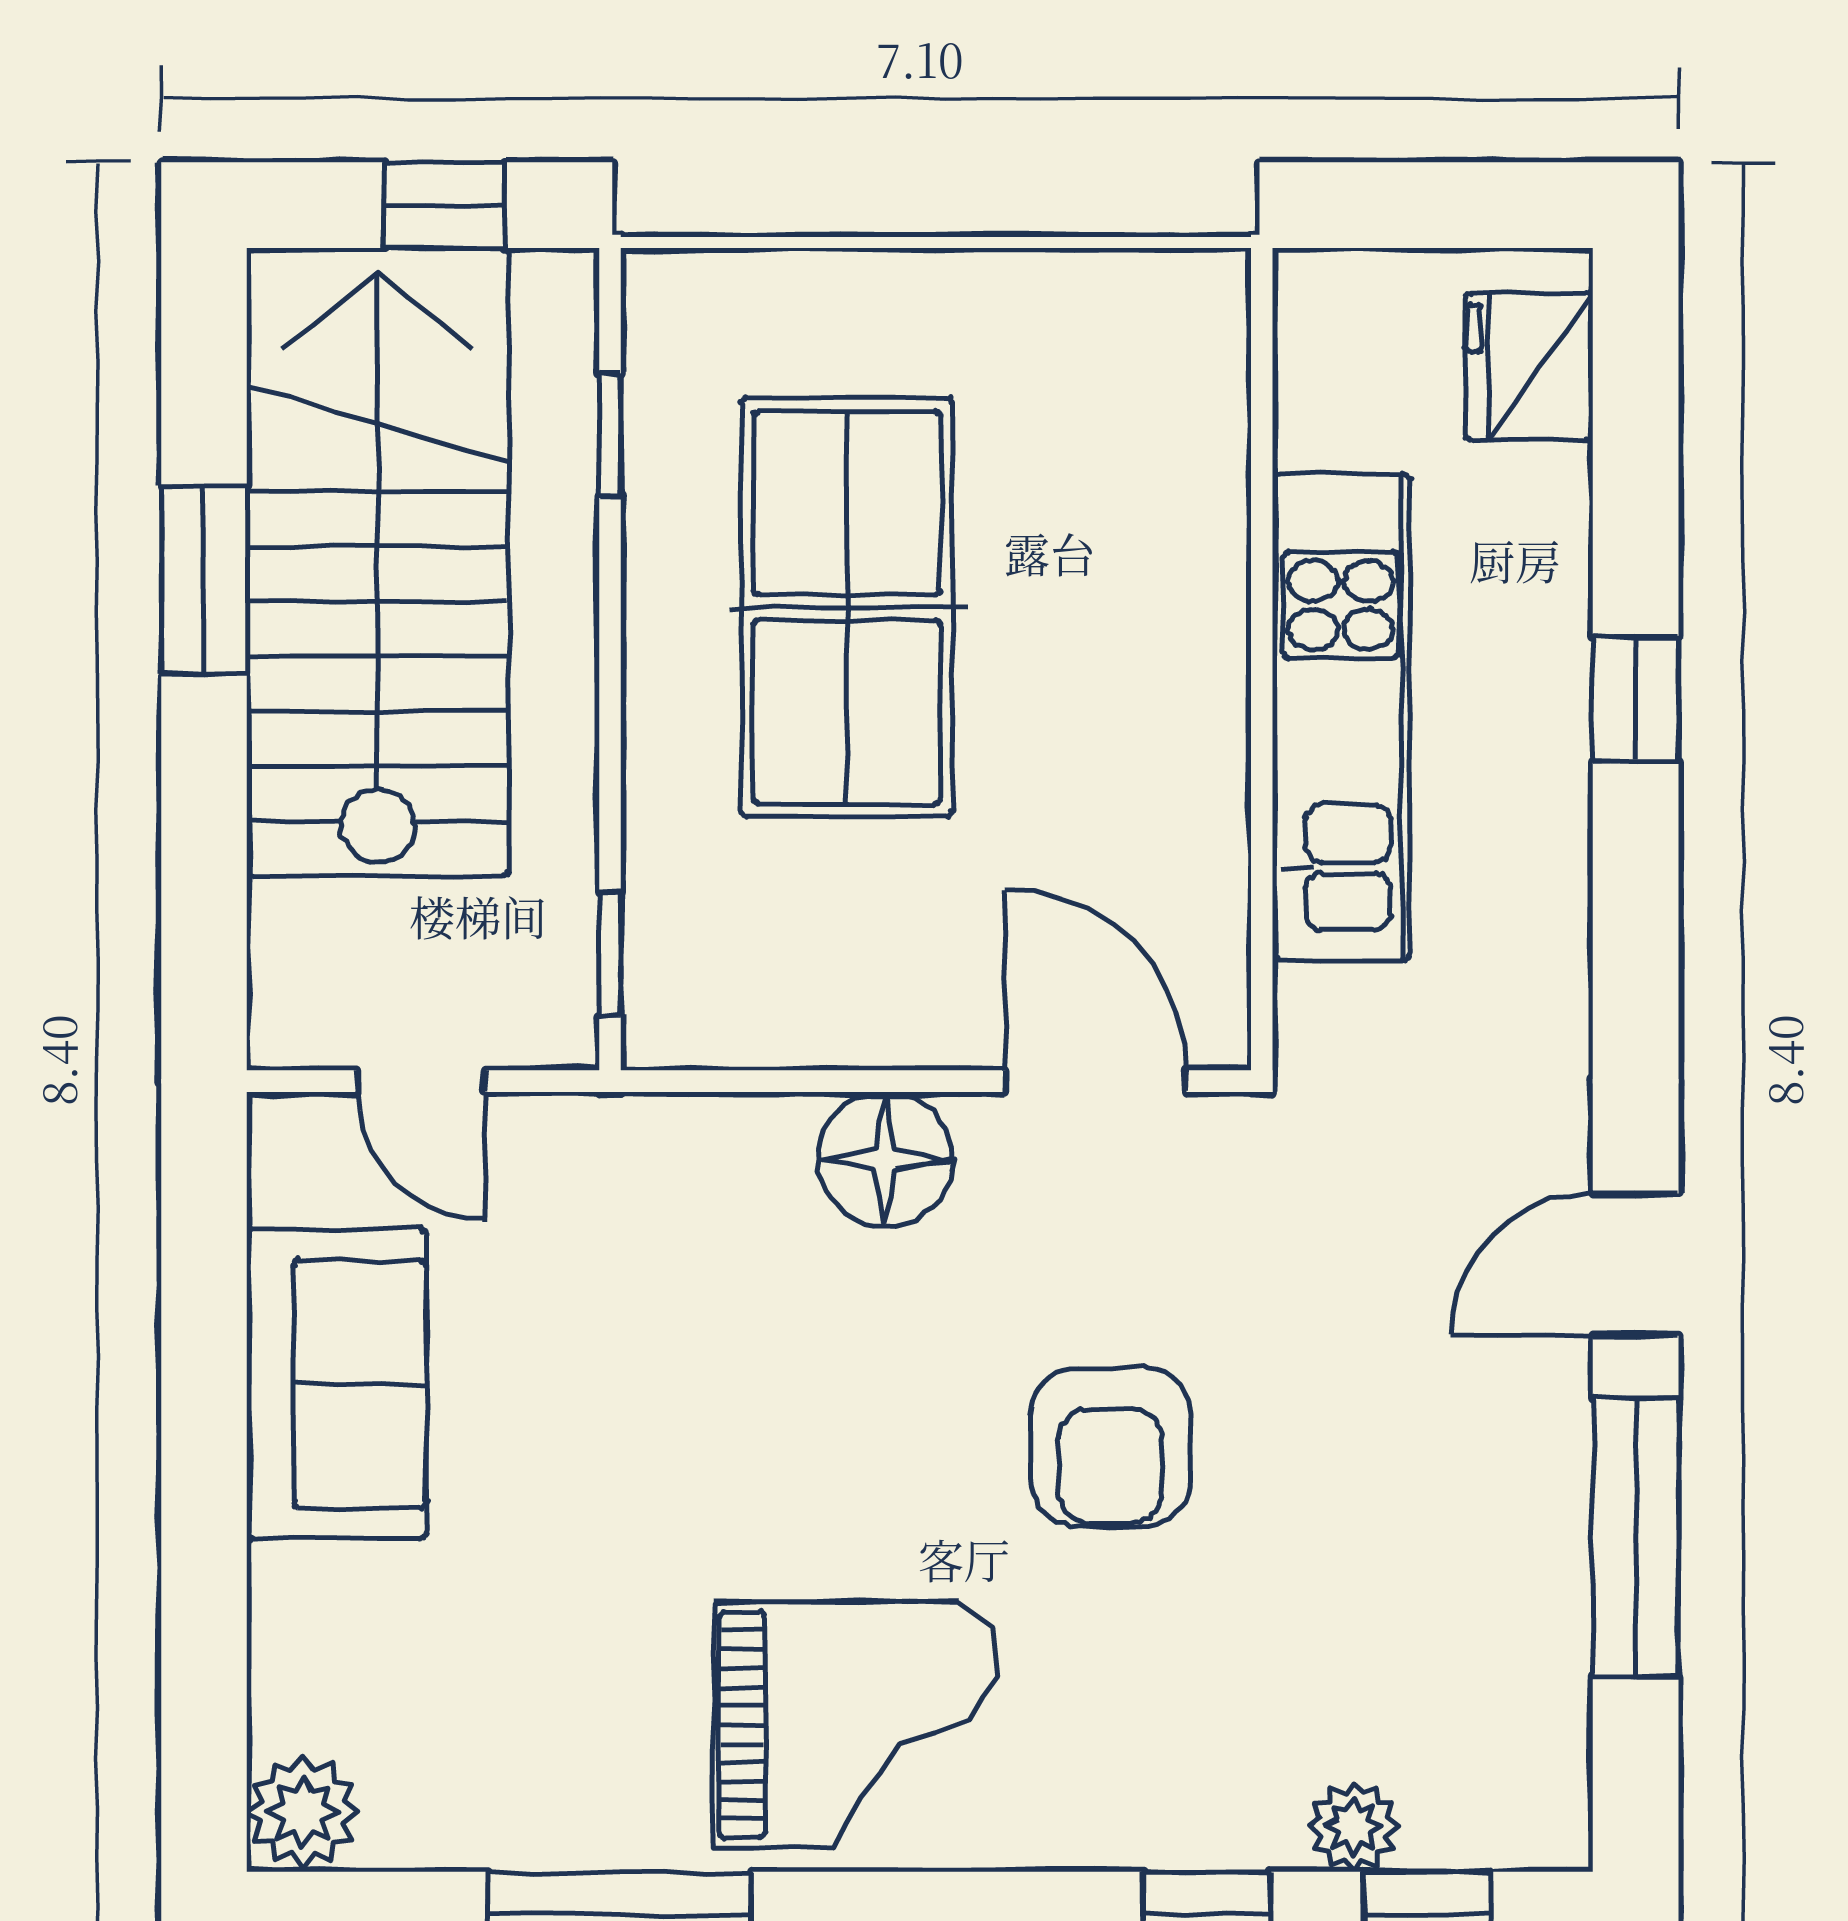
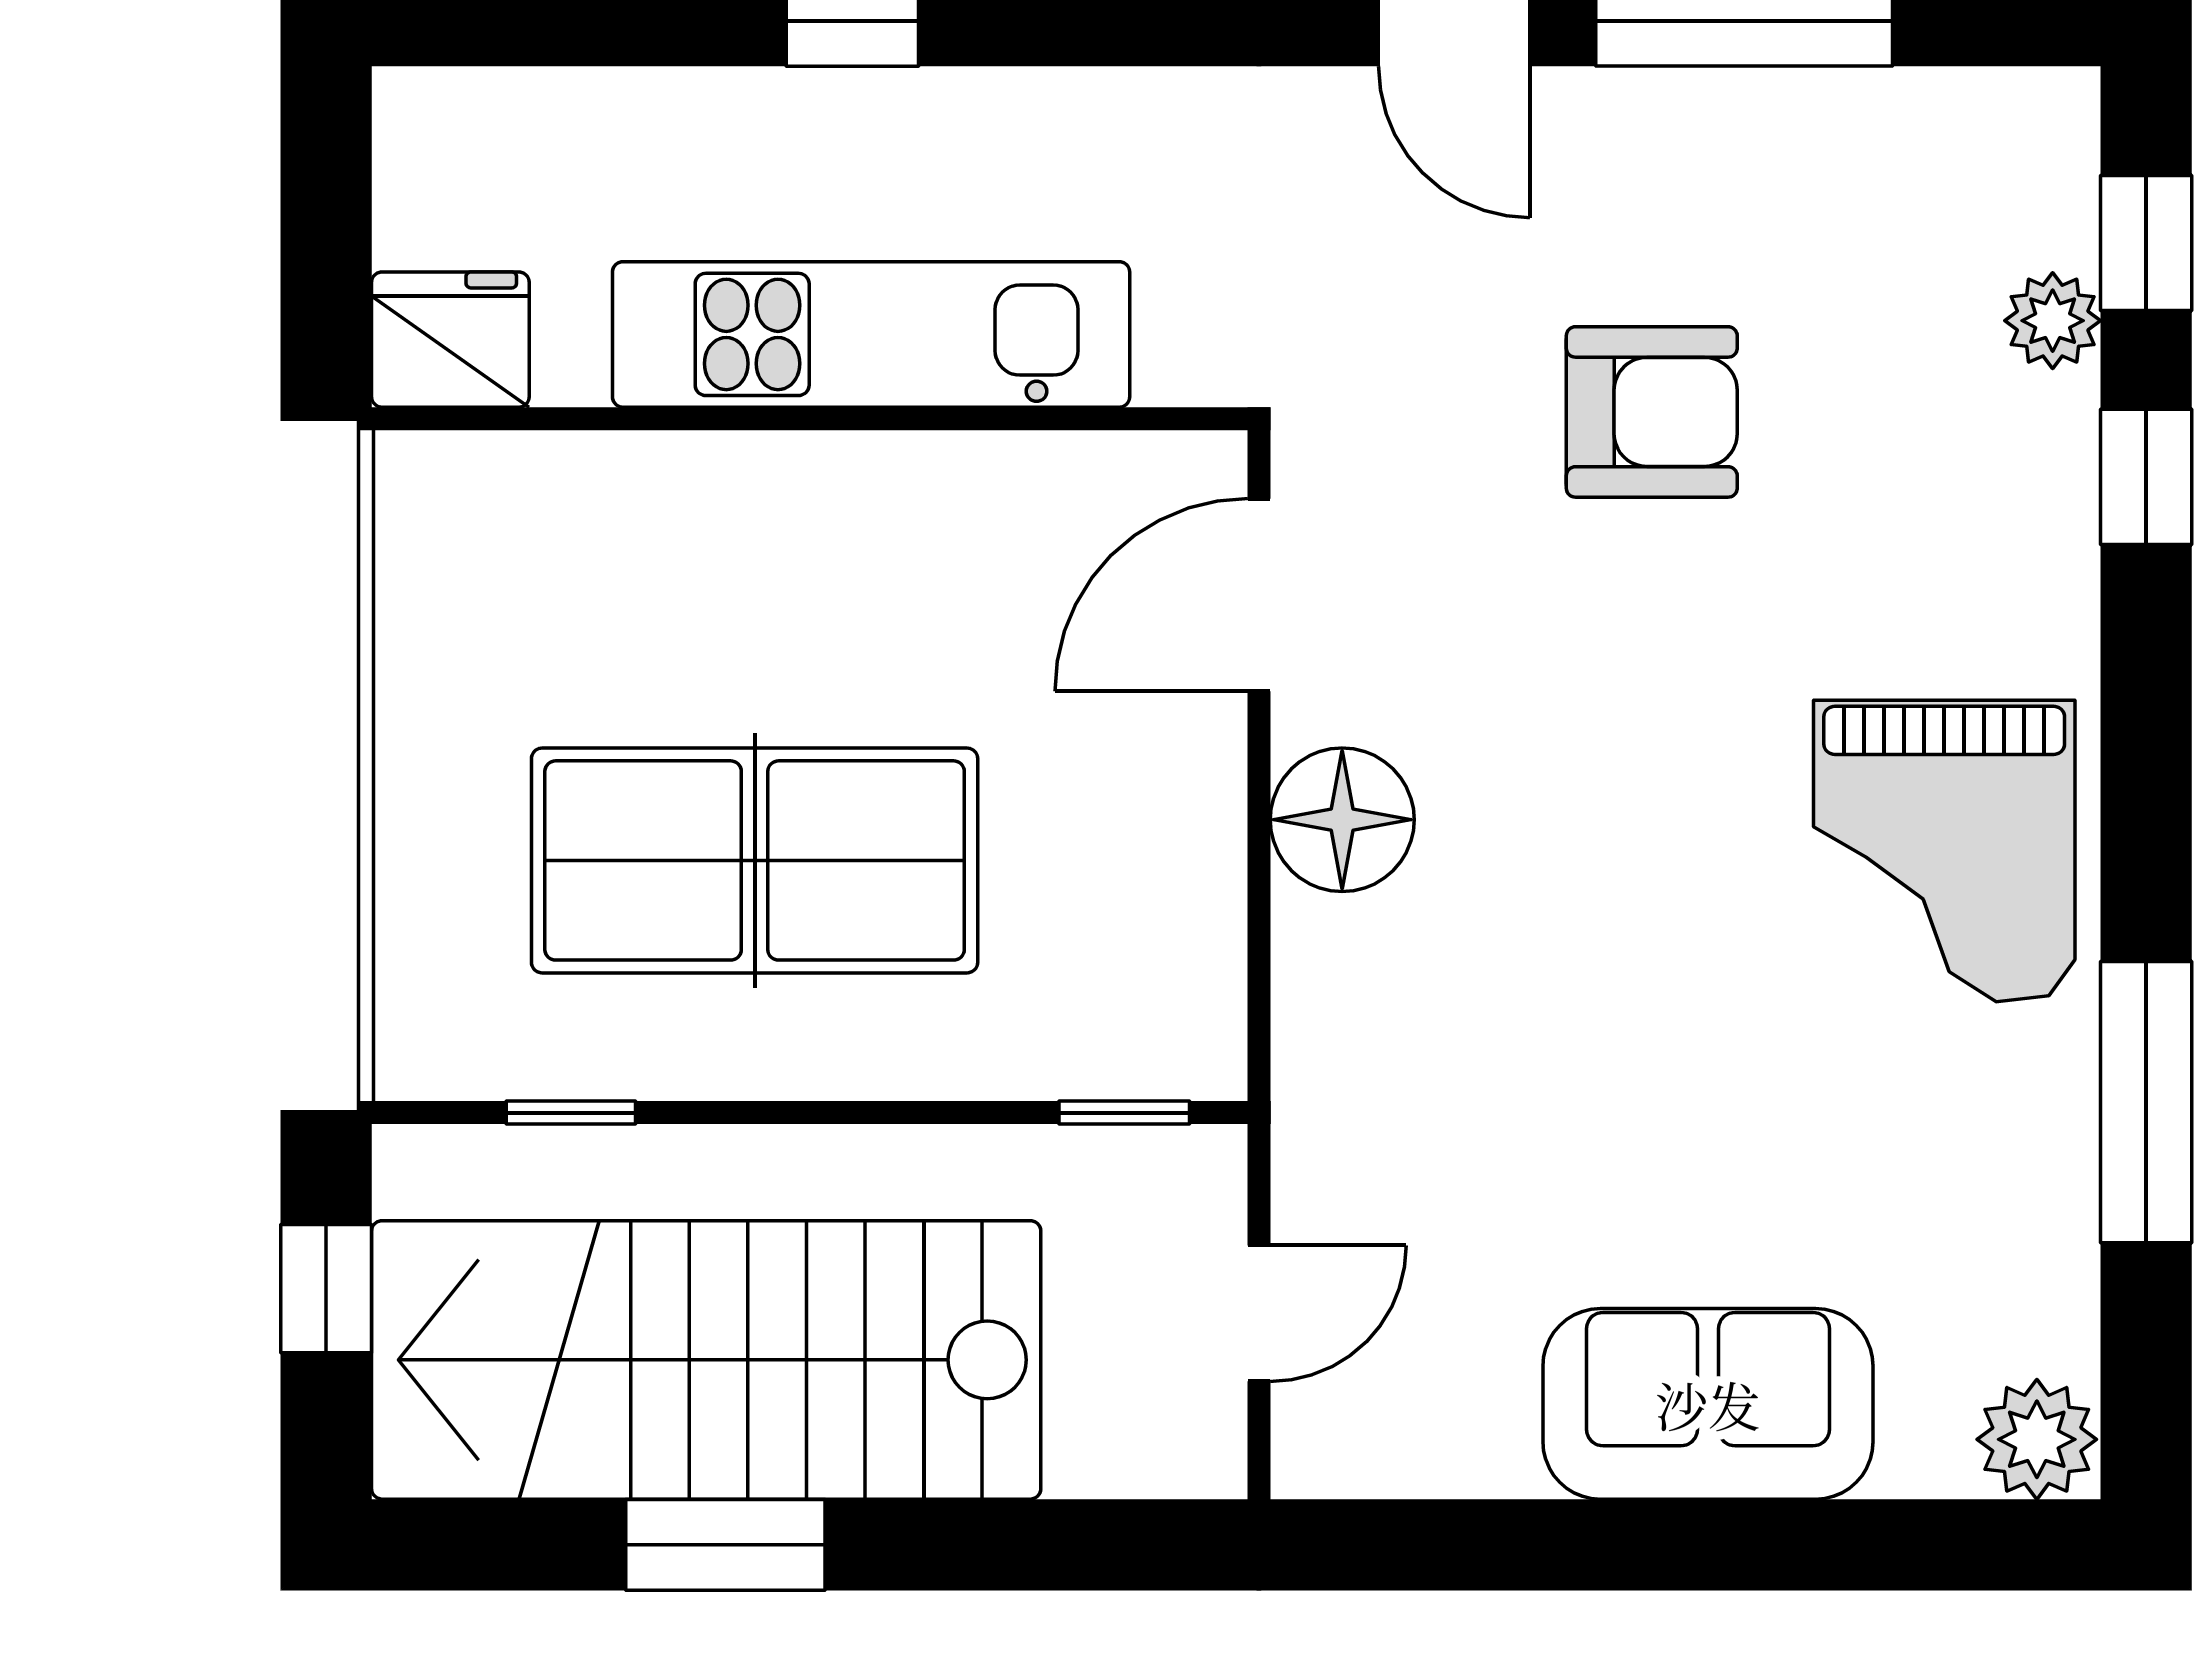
fridge: (1529, 366) -> (450, 340), moved, turned 180
sofa: (336, 1384) -> (1708, 1404), moved
armchair: (1110, 1447) -> (1652, 412), moved
grand piano: (856, 1725) -> (1944, 851), turned 180

